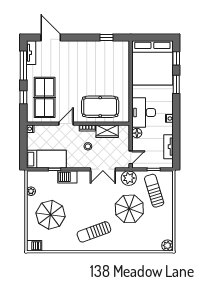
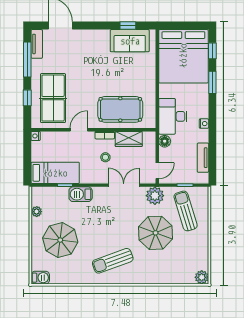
sofa: (108, 50) -> (130, 41), added
double door: (103, 169) -> (124, 185), swing flipped

